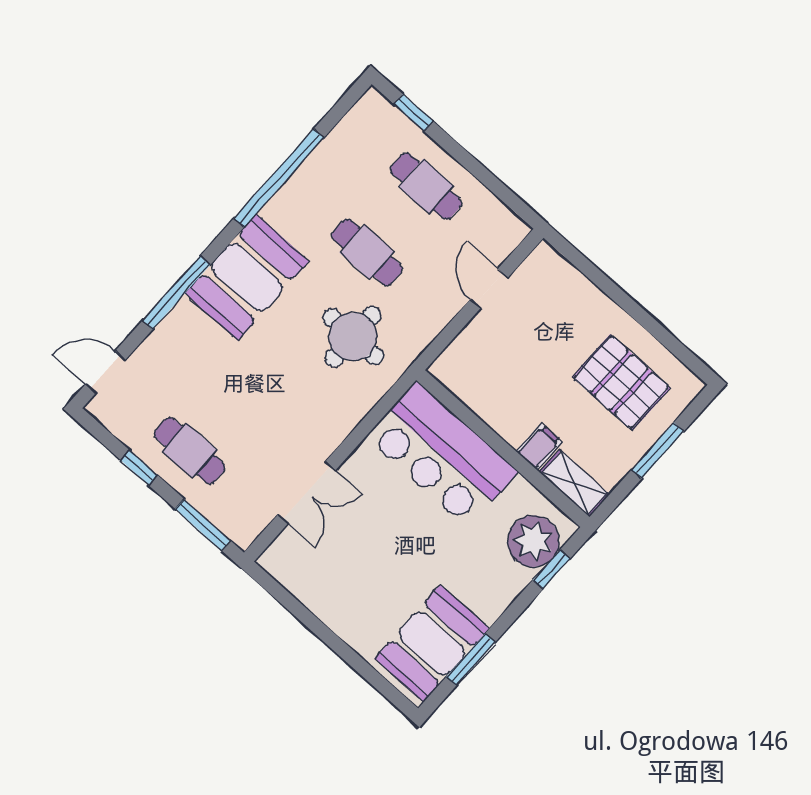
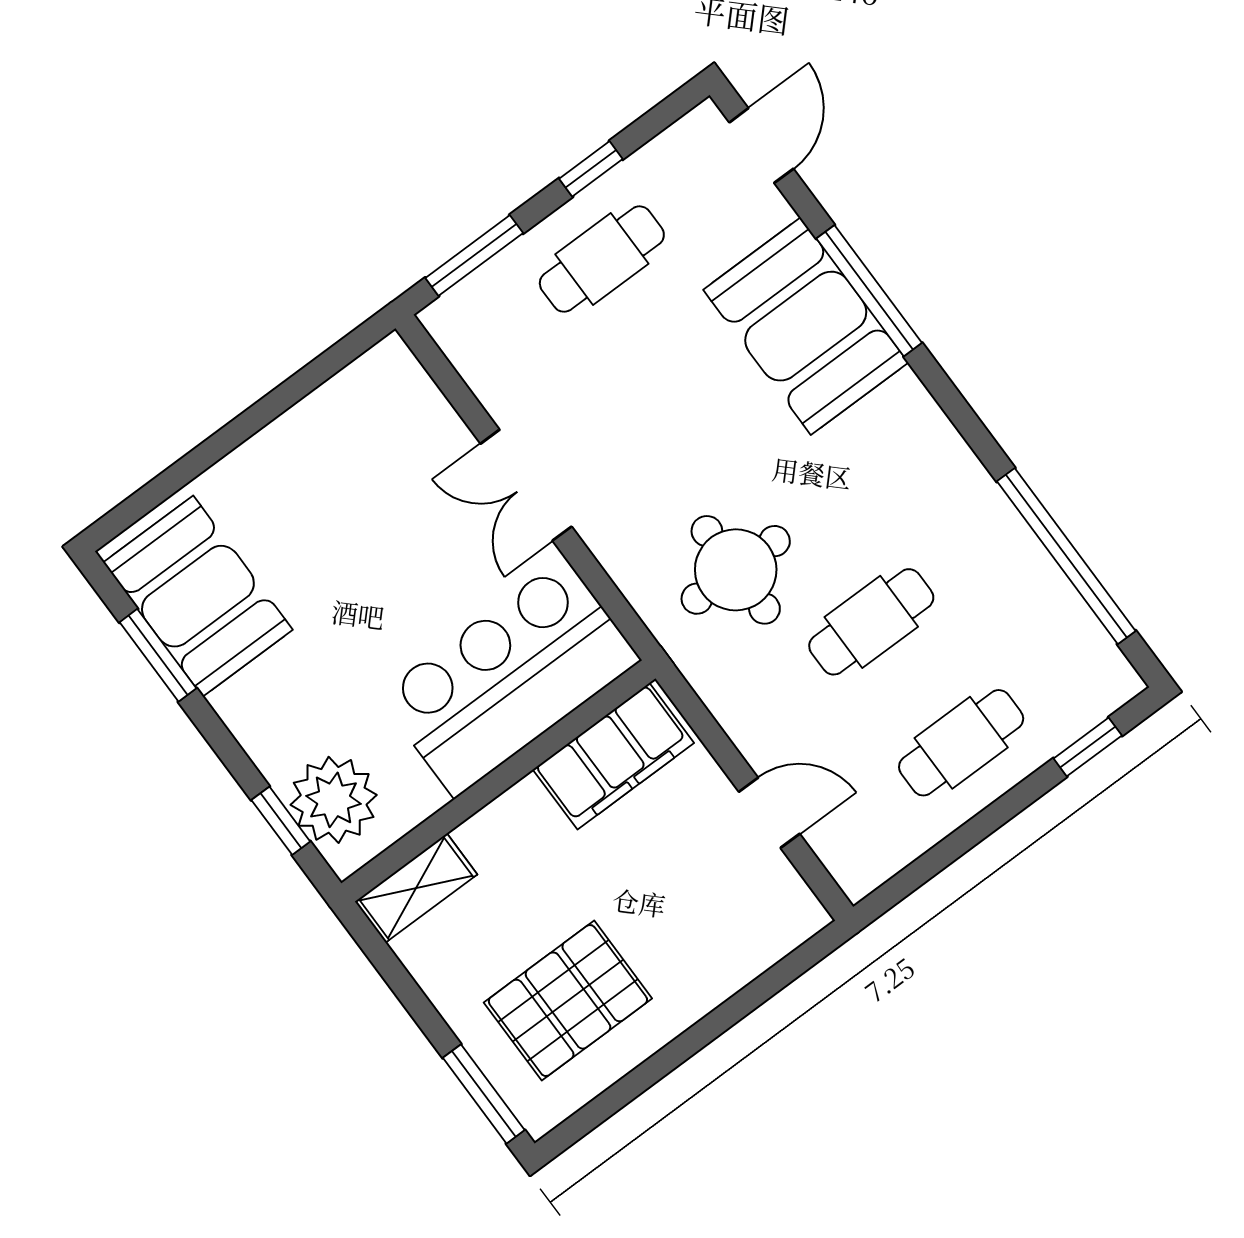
window: (279, 178) -> (1066, 556), moved
booth: (247, 277) -> (806, 326), moved
filing cabinet: (539, 447) -> (613, 756), moved, width x3.00, depth x1.17
window: (658, 450) -> (484, 1094), moved
double door: (307, 493) -> (526, 485), moved

